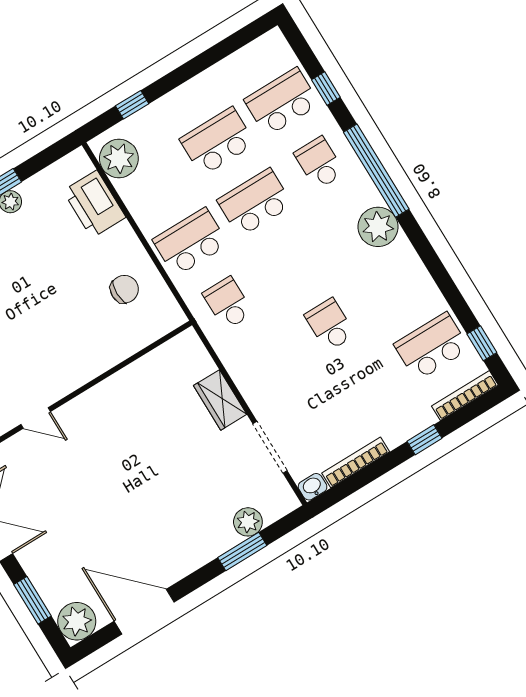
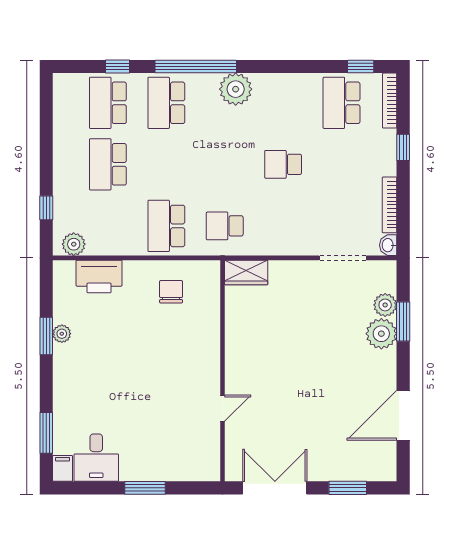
plant: (119, 159) -> (74, 244), width x0.73, depth x0.73
school desk: (319, 163) -> (166, 103), width x1.85
school desk: (255, 203) -> (166, 164), removed
wardrobe: (220, 400) -> (246, 272), moved
plant: (77, 621) -> (381, 334), moved

